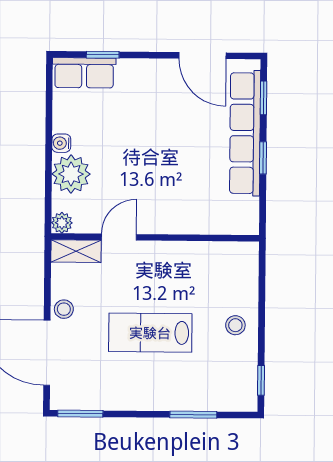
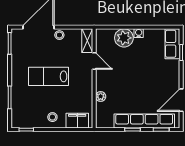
plant: (62, 223) -> (101, 97), moved
filing cabinet: (243, 274) -> (77, 121), added
lab bench: (150, 333) -> (49, 76), turned -90

